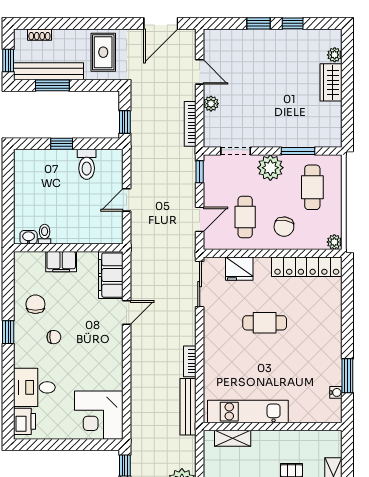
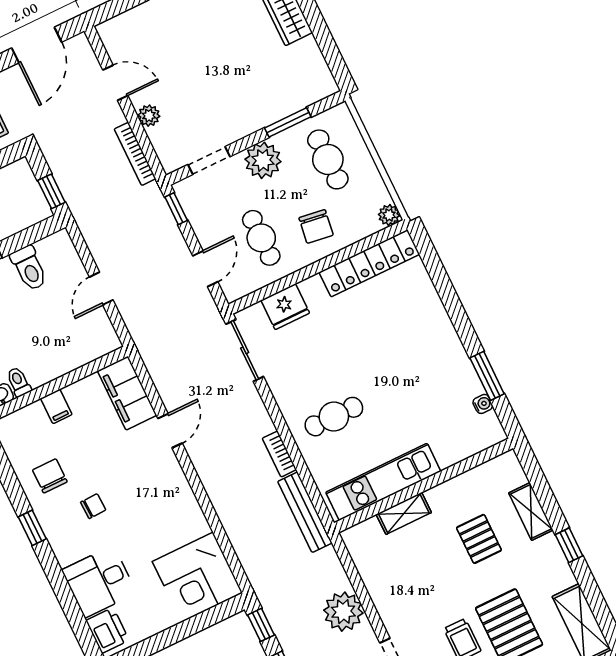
filing cabinet: (61, 262) -> (56, 406), width x0.50
cafe table: (265, 323) -> (334, 417), moved
shelving: (233, 438) -> (404, 513), moved

